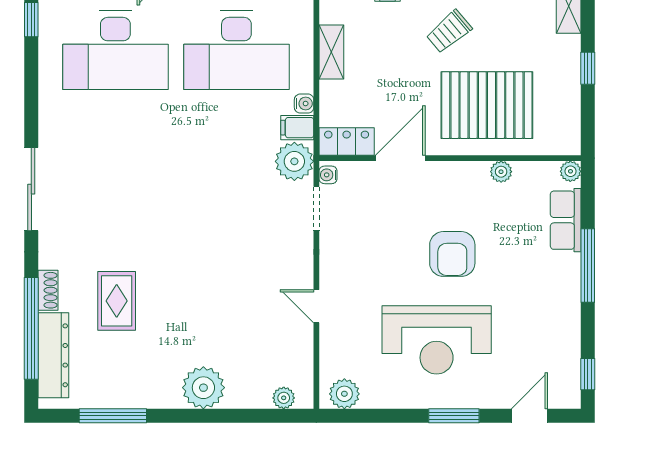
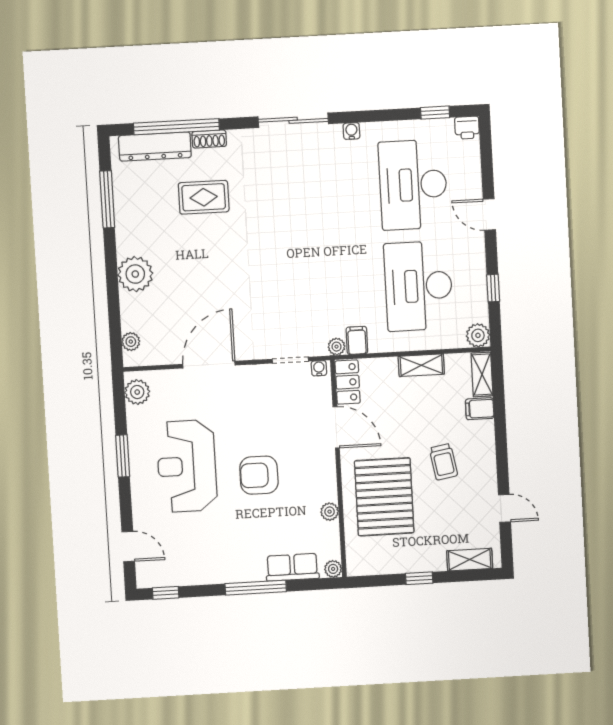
trolley: (449, 32) -> (443, 462), turned -150
water cooler: (304, 104) -> (351, 131), moved, turned 180
plant: (294, 161) -> (337, 347), width x0.53, depth x0.53
door: (316, 306) -> (209, 365), width x1.88
window: (454, 416) -> (123, 456), moved

